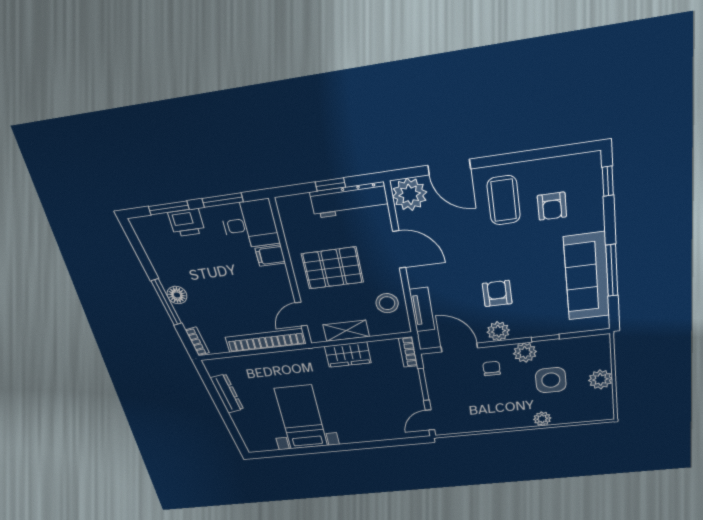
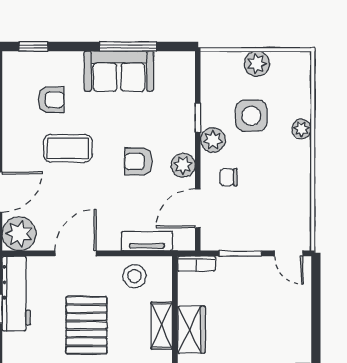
coffee table: (504, 200) -> (68, 148), moved
sofa: (587, 277) -> (119, 71), width x0.73

